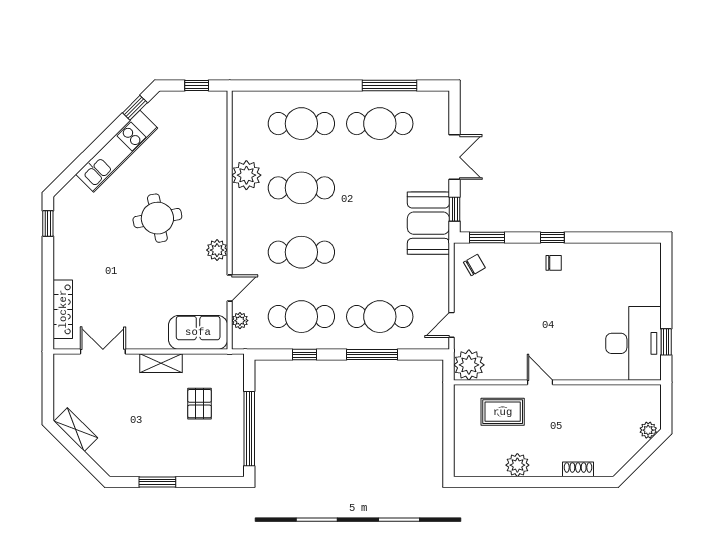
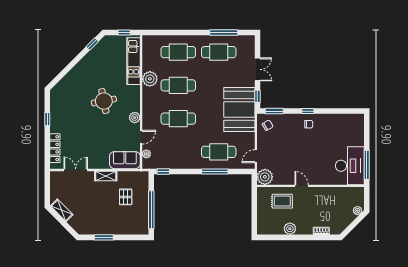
kitchen unit: (117, 151) -> (133, 61), moved, turned 135
booth: (428, 223) -> (239, 109), width x1.36, depth x1.42
window: (48, 224) -> (47, 119), moved
cafe table: (301, 317) -> (178, 152), removed
window: (666, 342) -> (367, 165), width x2.17
window: (305, 355) -> (163, 172), moved

